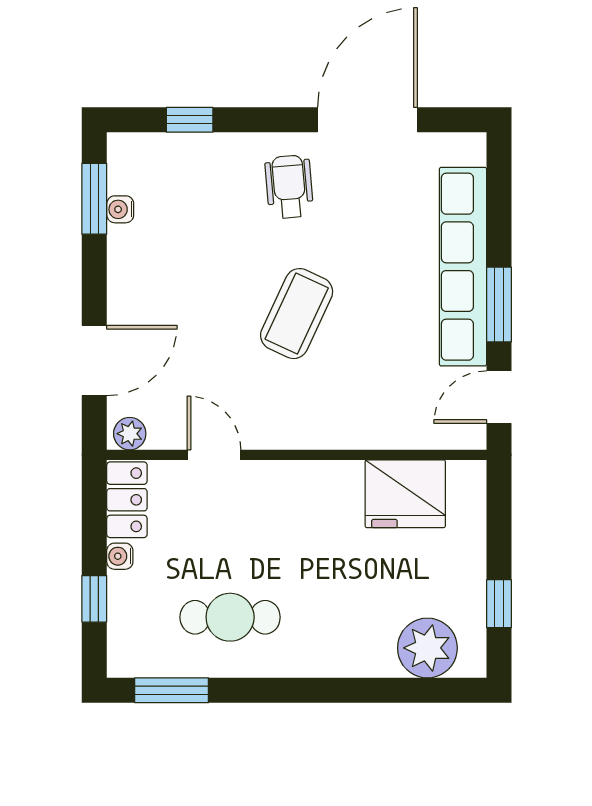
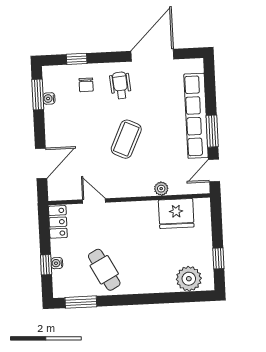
chair: (209, 182) -> (86, 85), added
plant: (130, 434) -> (161, 189), moved
water cooler: (120, 556) -> (57, 263), moved
cafe table: (230, 617) -> (104, 270), turned 62

